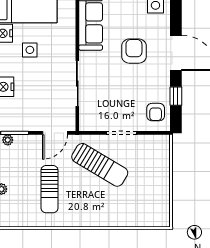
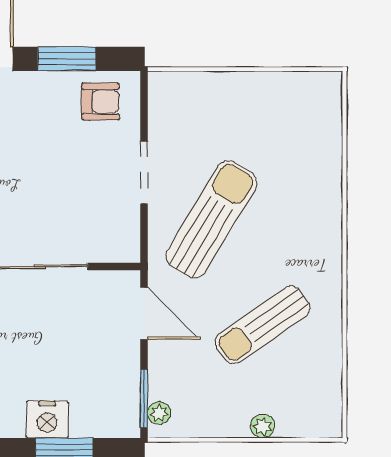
window: (176, 96) -> (67, 59), width x1.50
sun lounger: (50, 189) -> (263, 325), turned 145

